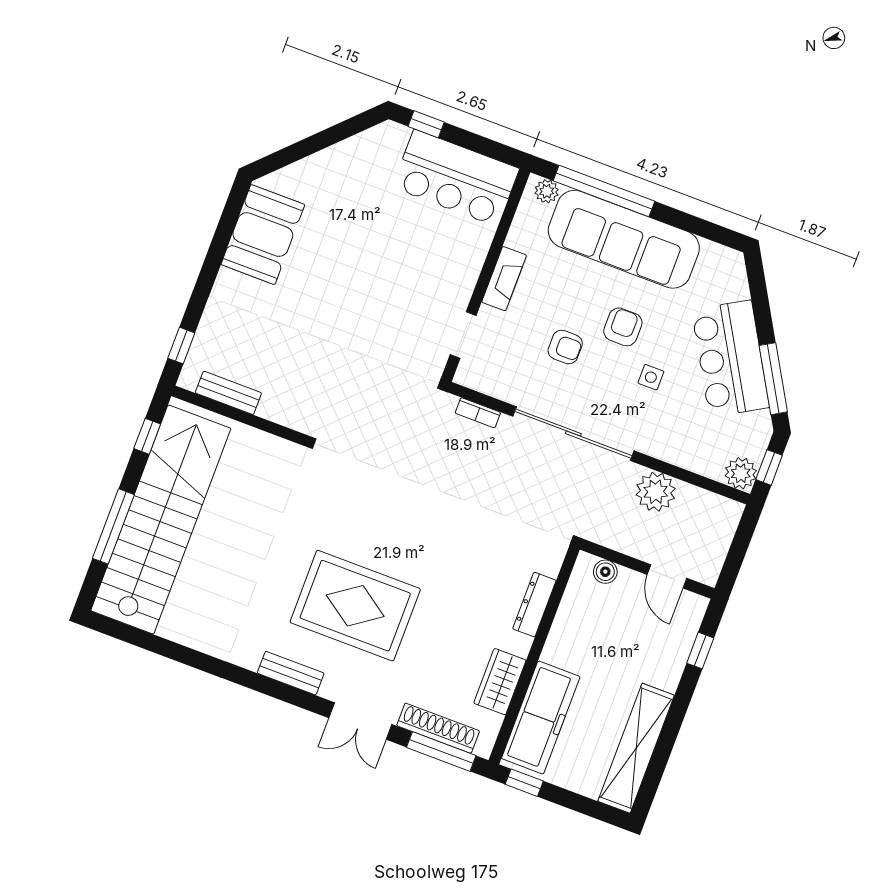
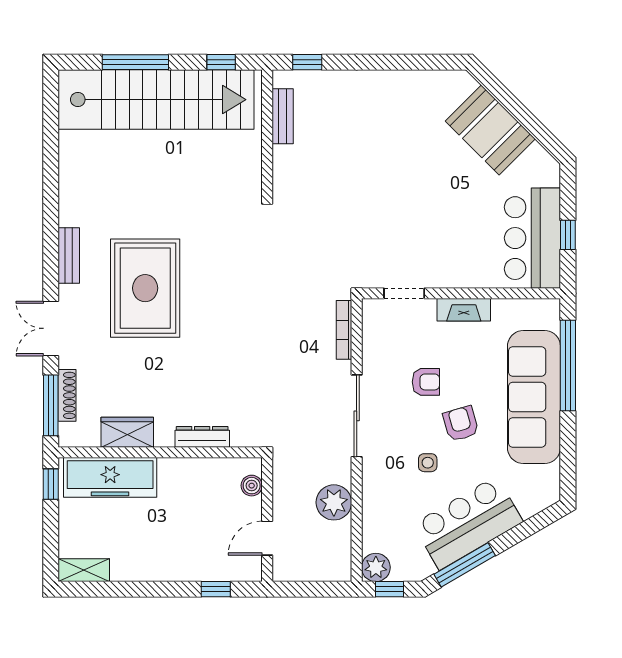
window: (426, 124) -> (568, 235), moved
plant: (547, 191) -> (550, 318), removed
booth: (263, 235) -> (490, 130), moved, turned 45
armchair: (623, 327) -> (461, 424), turned -106
armchair: (565, 347) -> (426, 382), turned -90
bookcase: (478, 413) -> (344, 330), width x1.56
sliding door: (573, 434) -> (357, 416), width x0.73
shoe rack: (438, 728) -> (67, 395), width x0.74, depth x0.81
shelving: (636, 748) -> (84, 570), width x0.45, depth x0.75

